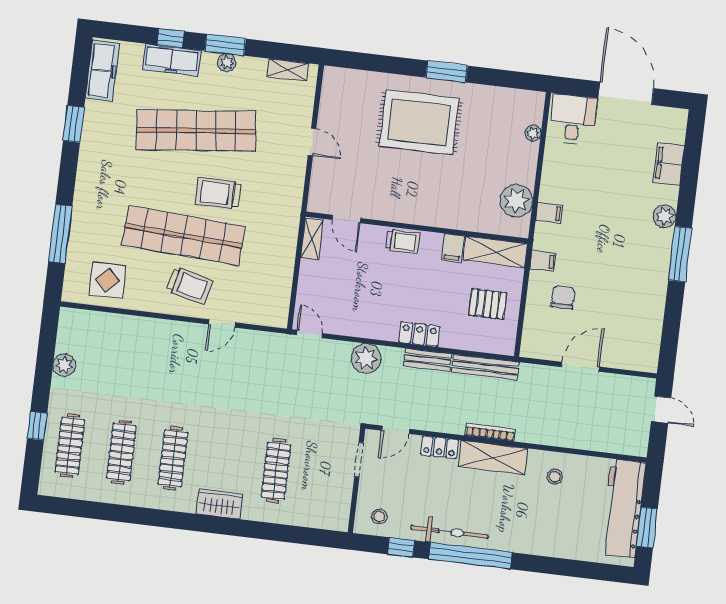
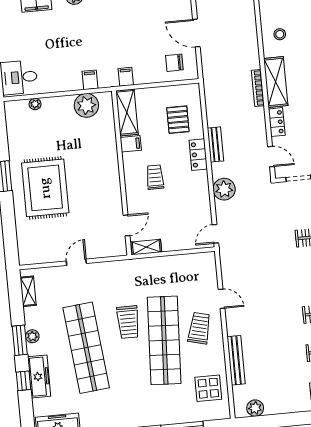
trolley: (403, 241) -> (155, 177), moved
chair: (563, 297) -> (174, 63), moved
pallet: (488, 304) -> (178, 120), moved
plant: (64, 365) -> (255, 408), moved
bench: (485, 367) -> (236, 360), moved

